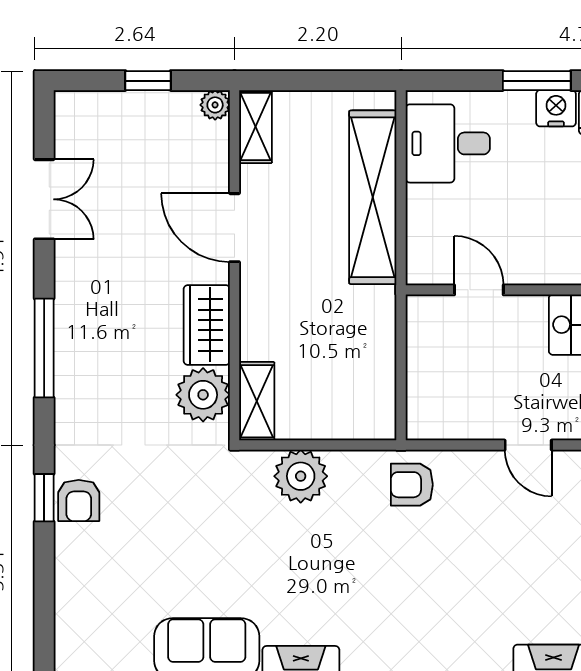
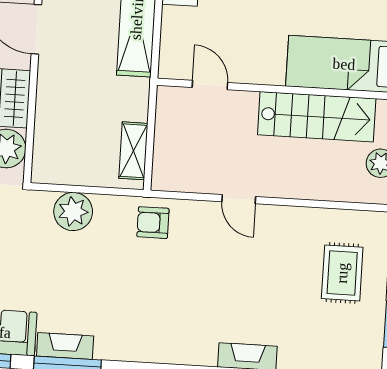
shelving: (257, 401) -> (133, 151), moved

